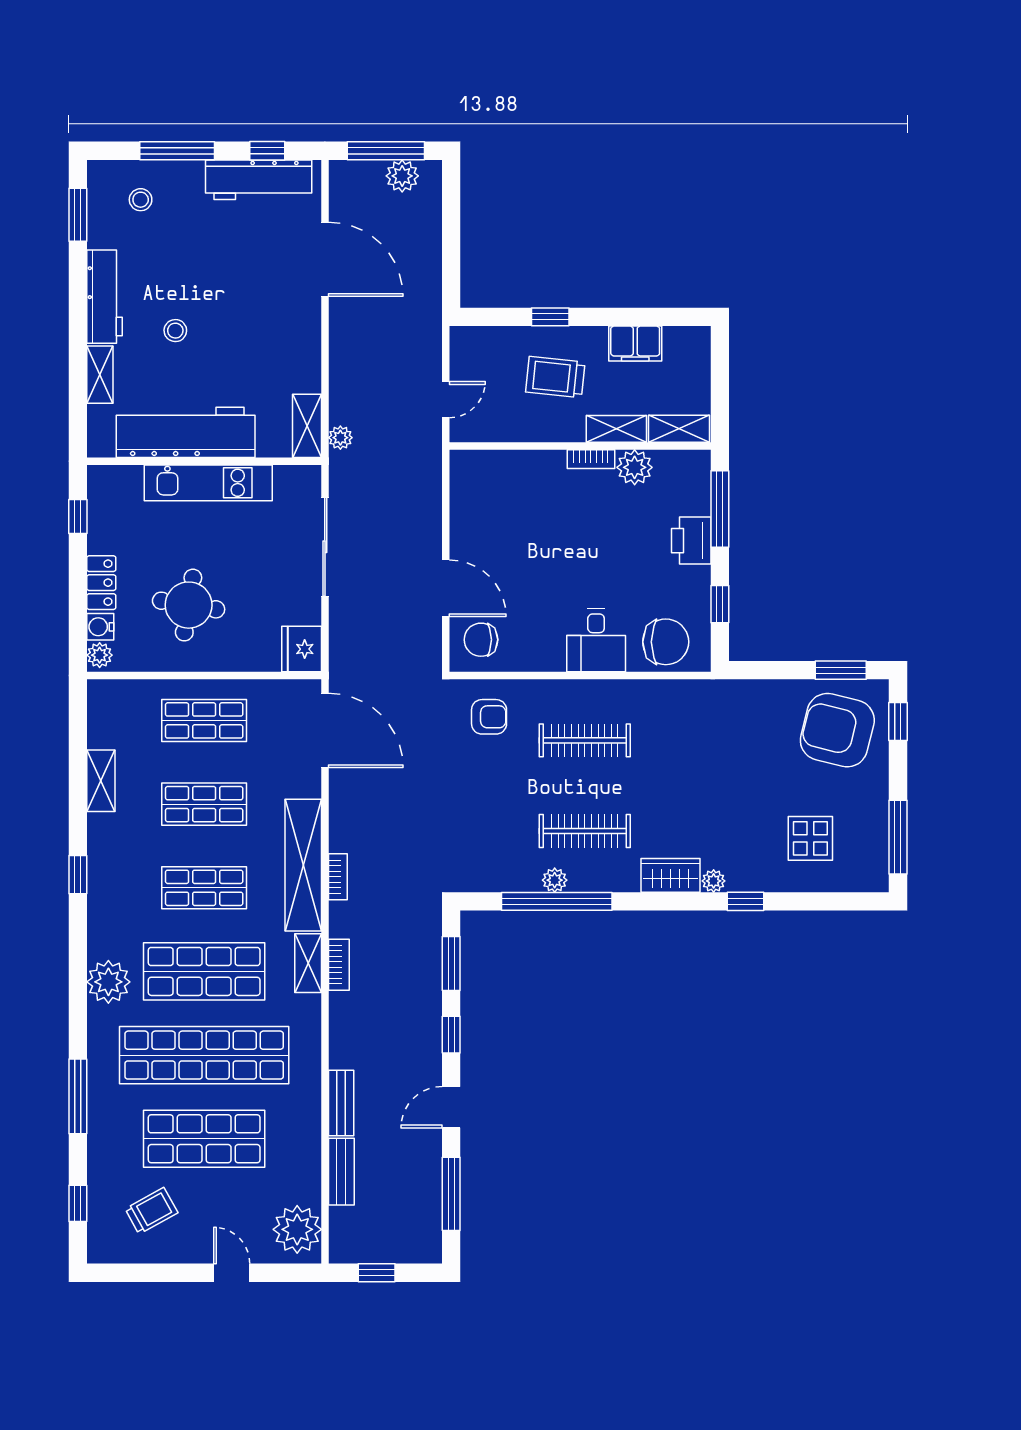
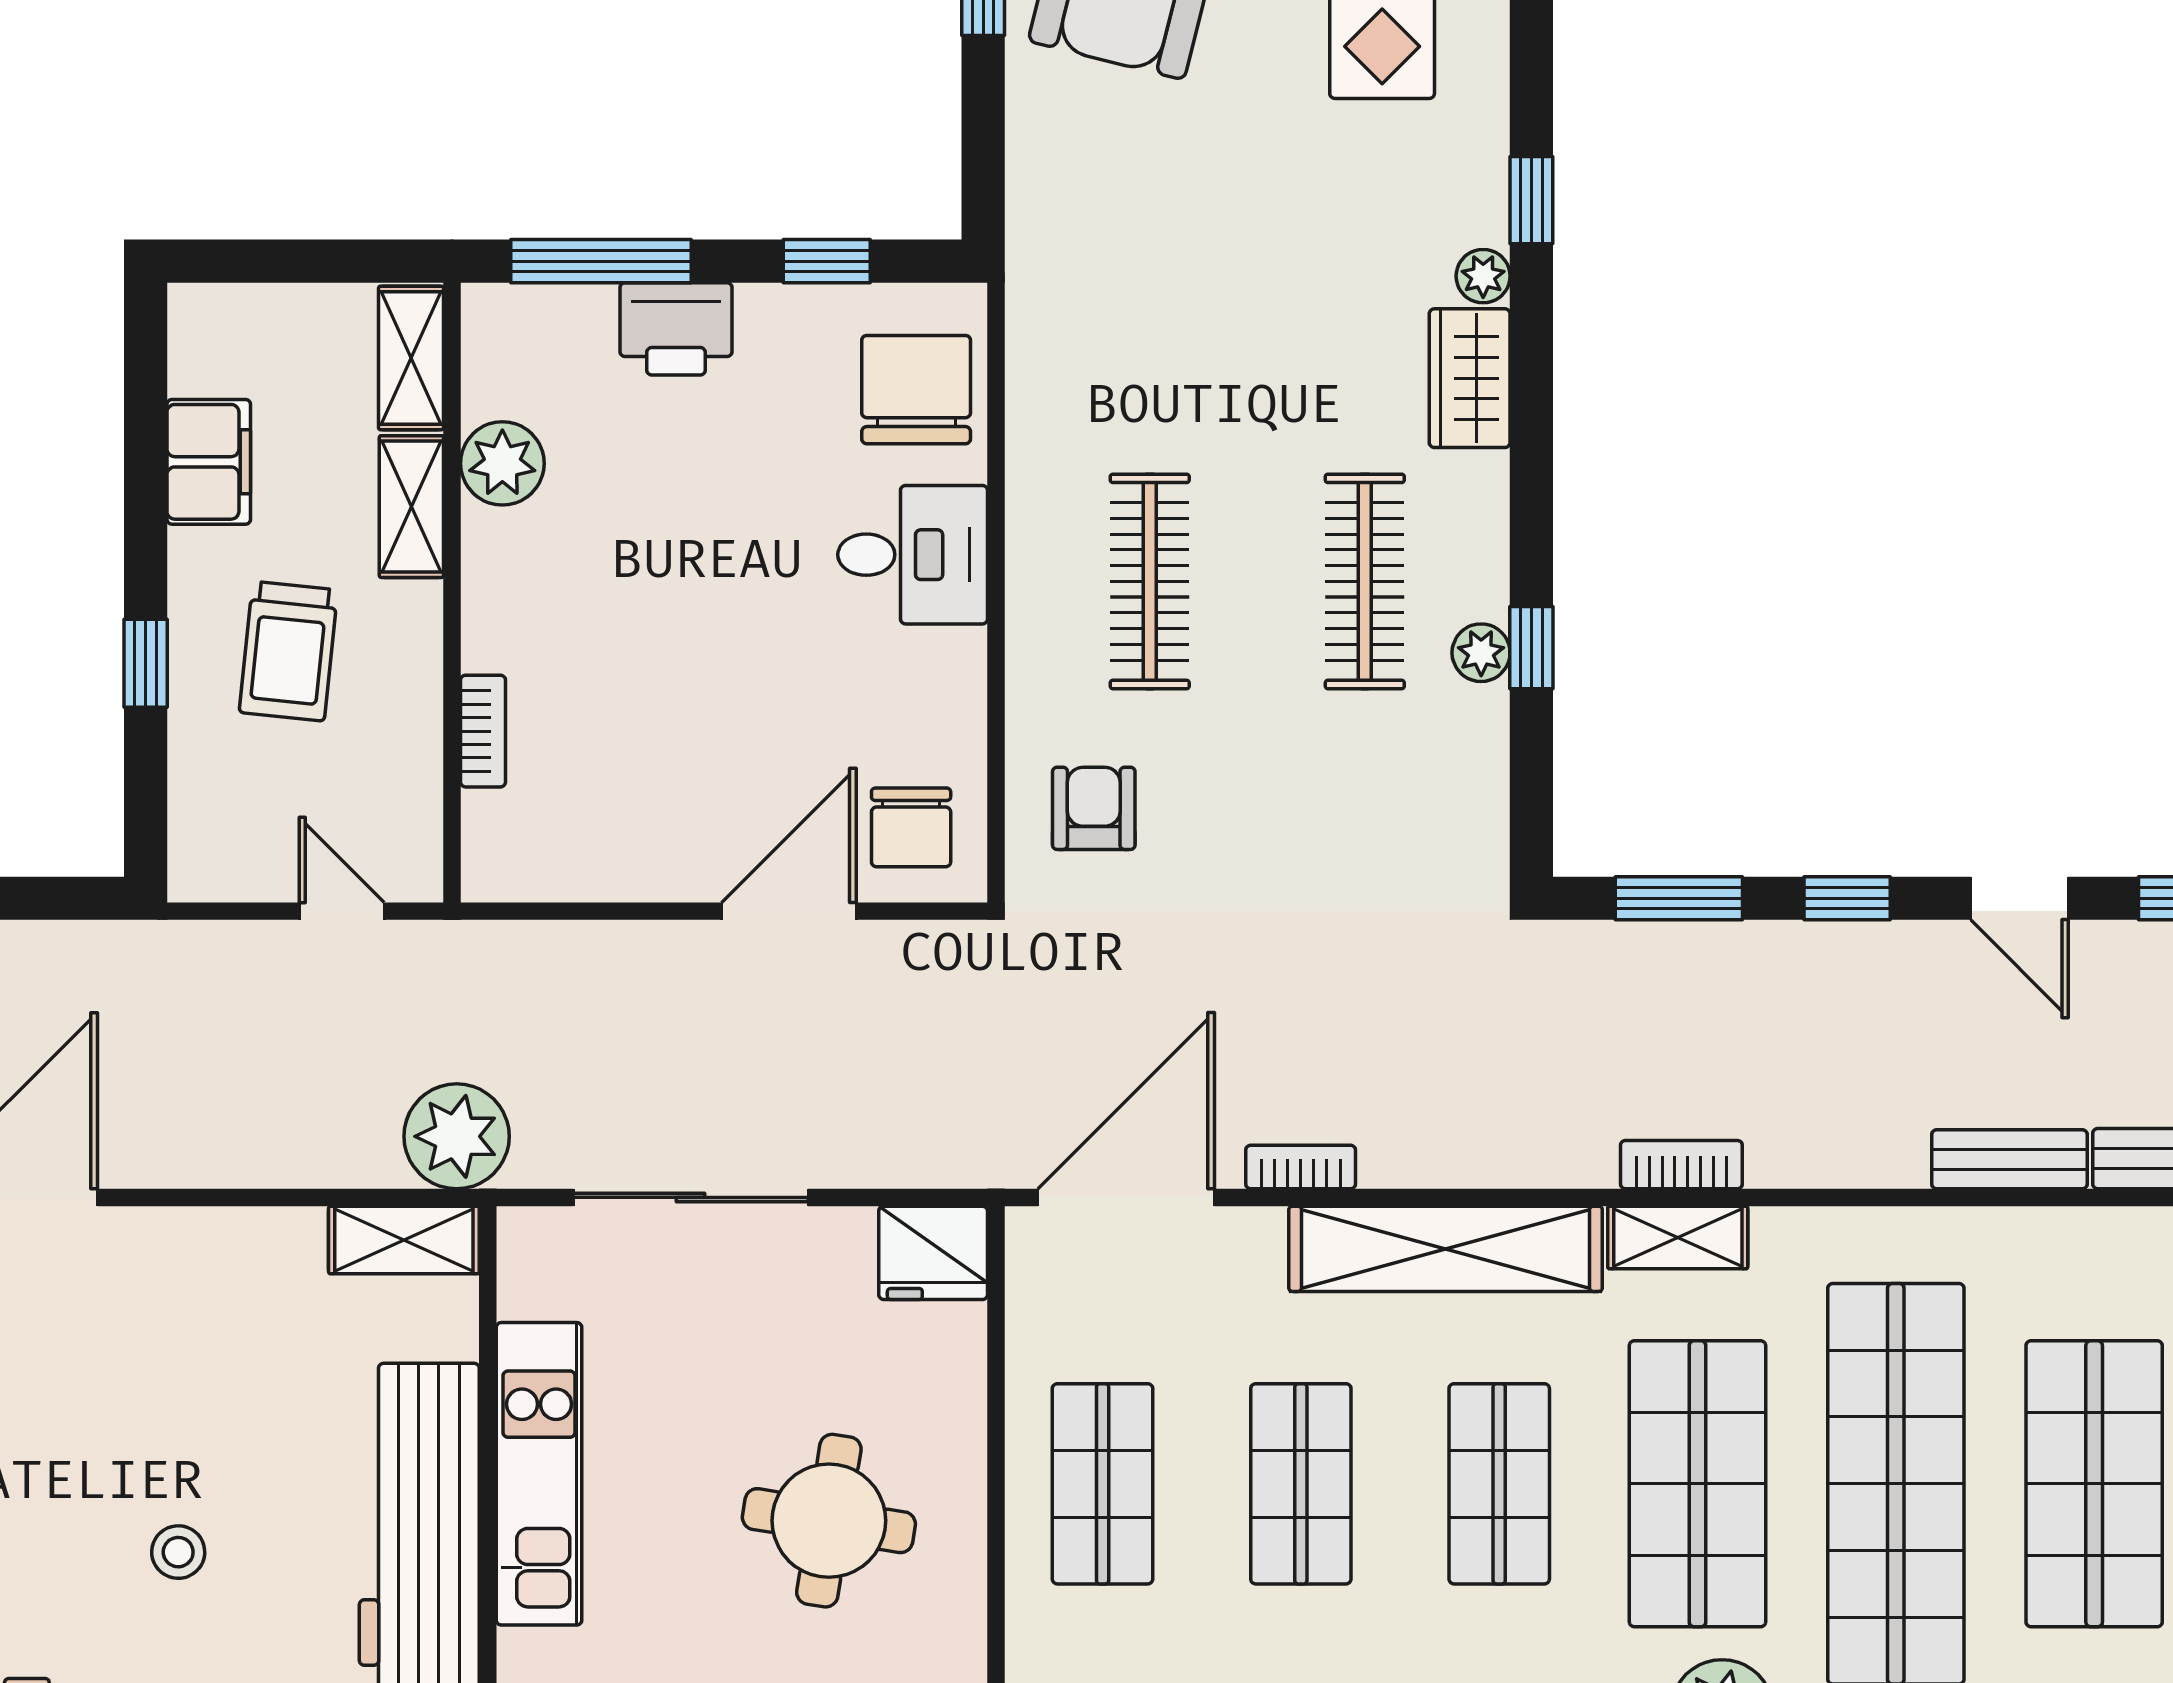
plant: (340, 438) -> (457, 1136), width x1.87, depth x1.87
bookcase: (591, 459) -> (483, 731), moved
bookcase: (338, 877) -> (1301, 1167), moved
window: (557, 901) -> (1531, 648), width x0.32

